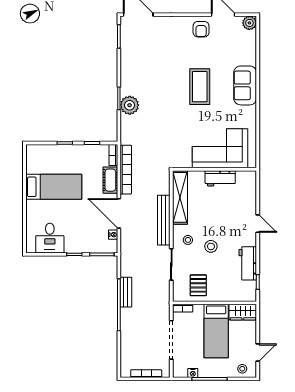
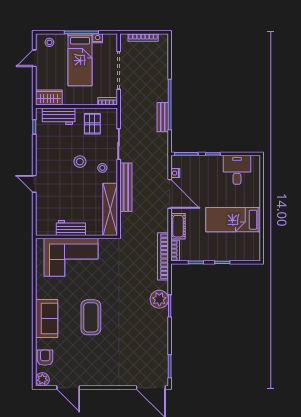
armchair: (201, 29) -> (45, 358), moved
bookcase: (126, 170) -> (163, 256), moved
workbench: (248, 263) -> (59, 116), moved, turned 90
bed: (216, 331) -> (80, 60), moved, turned 180

